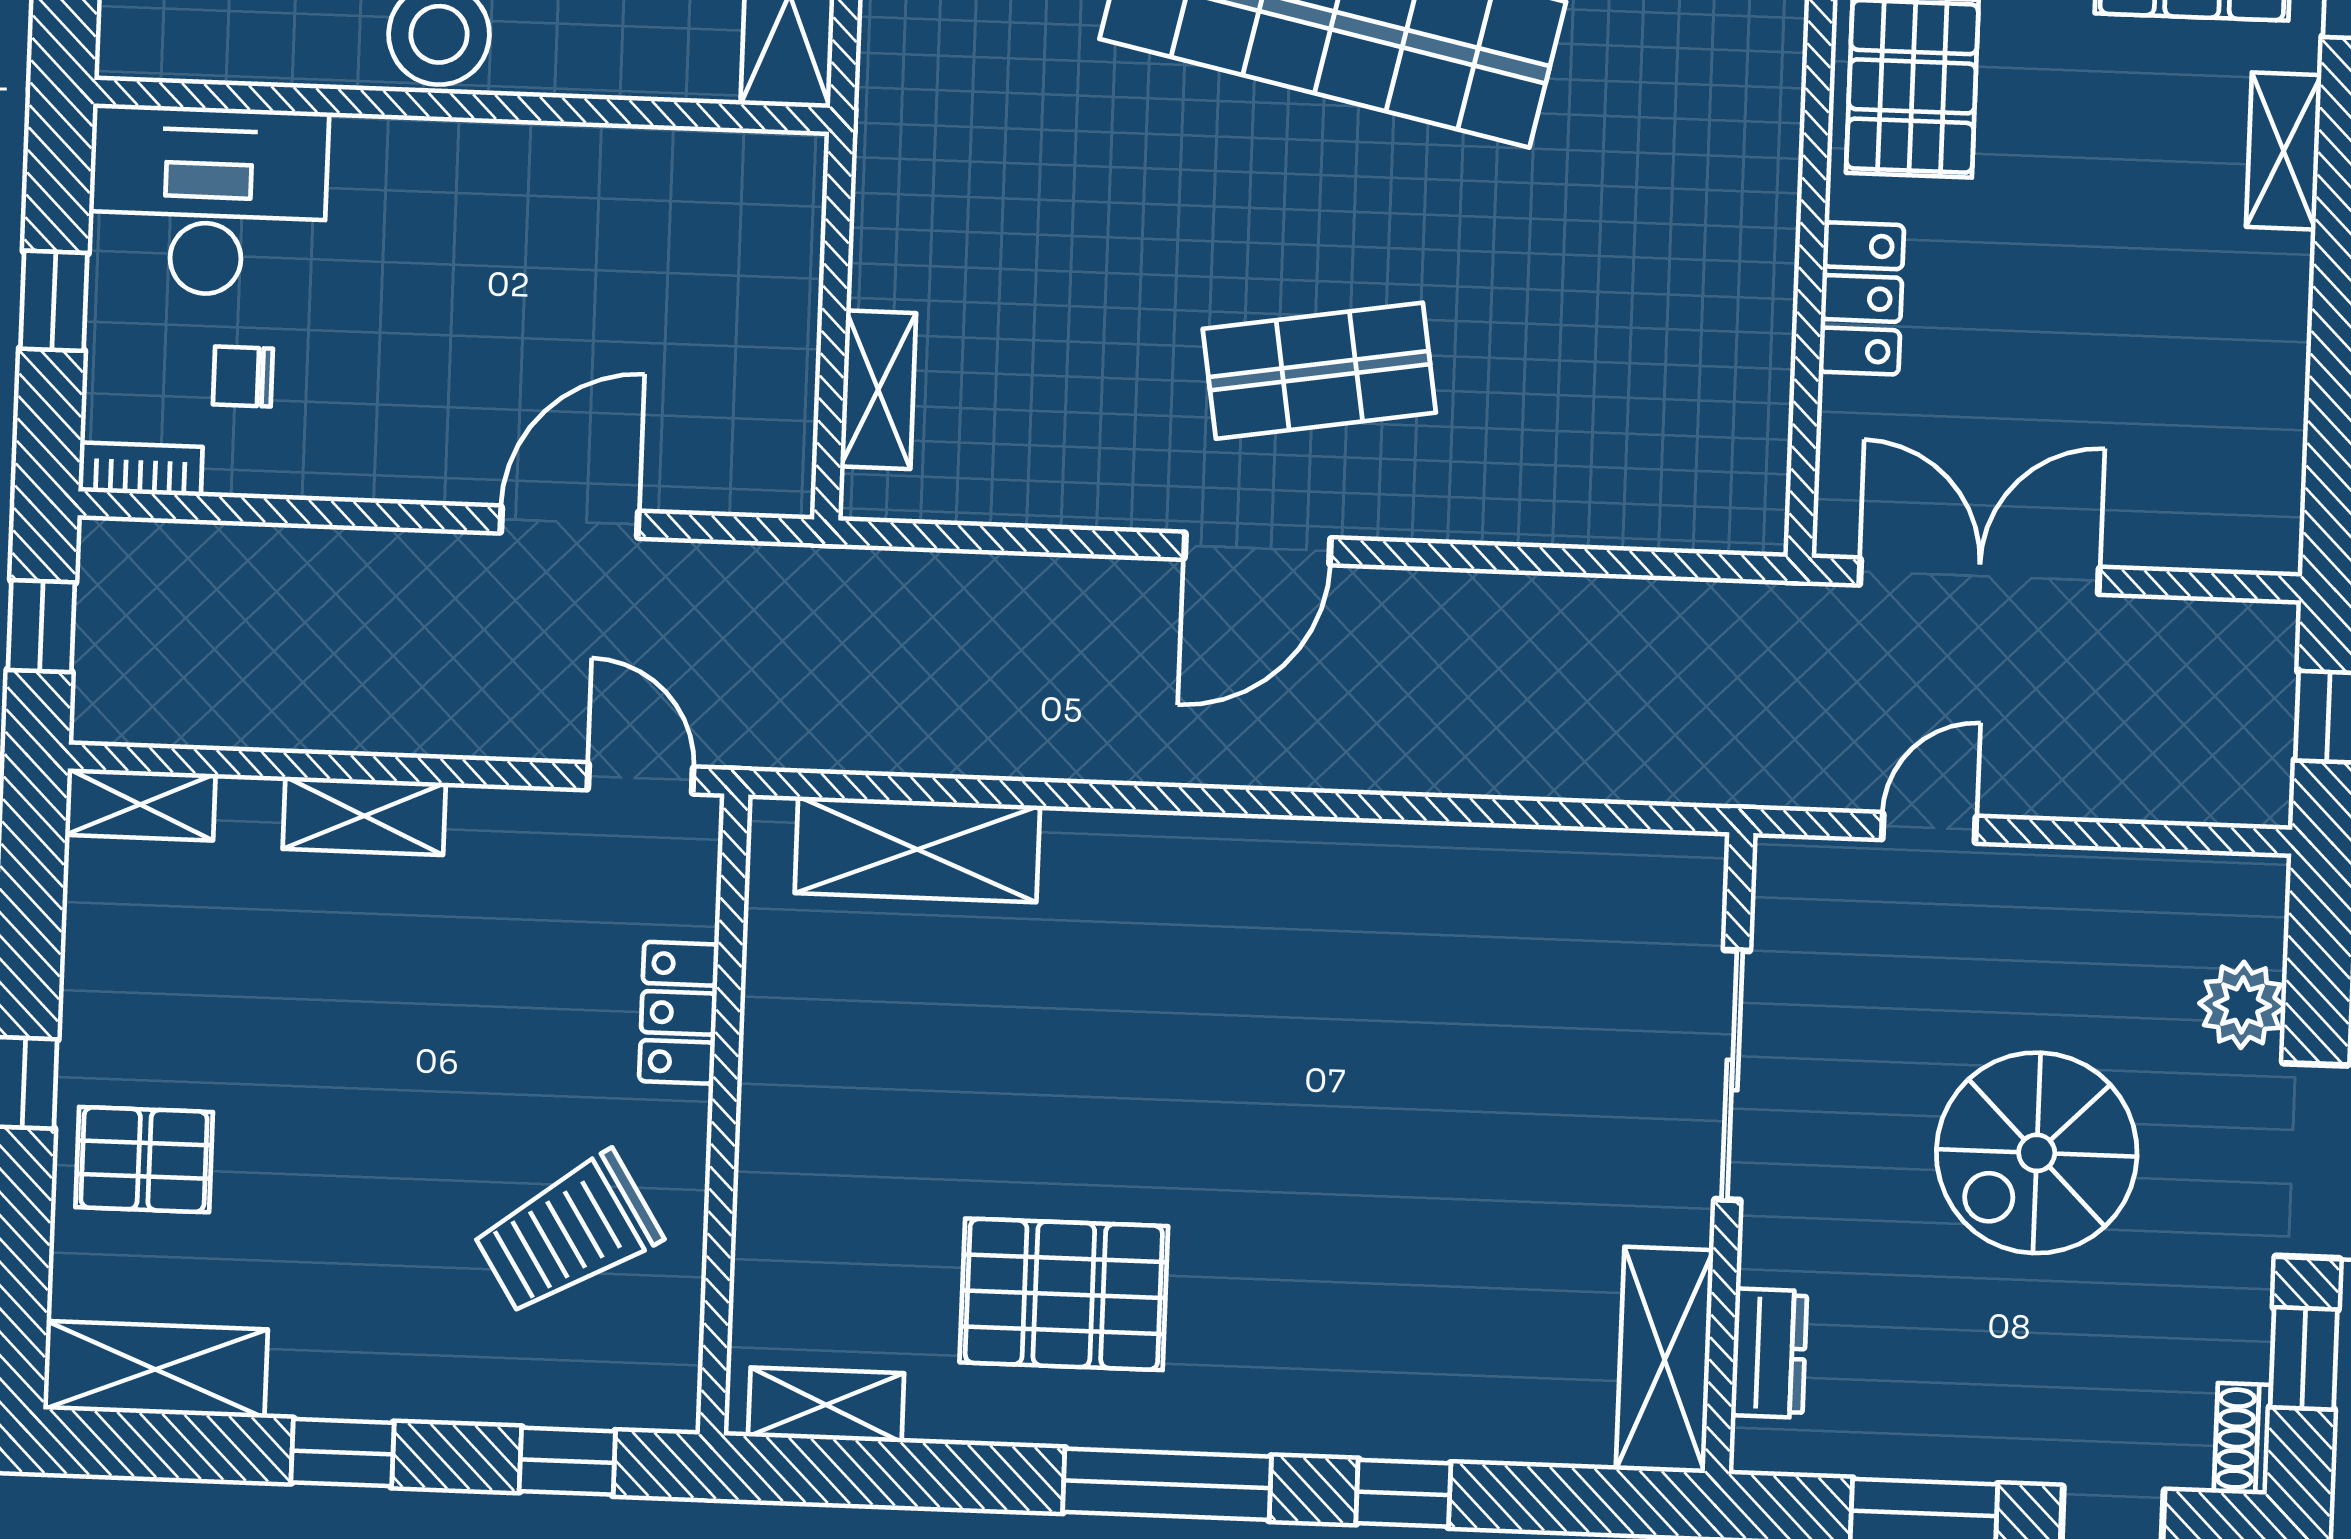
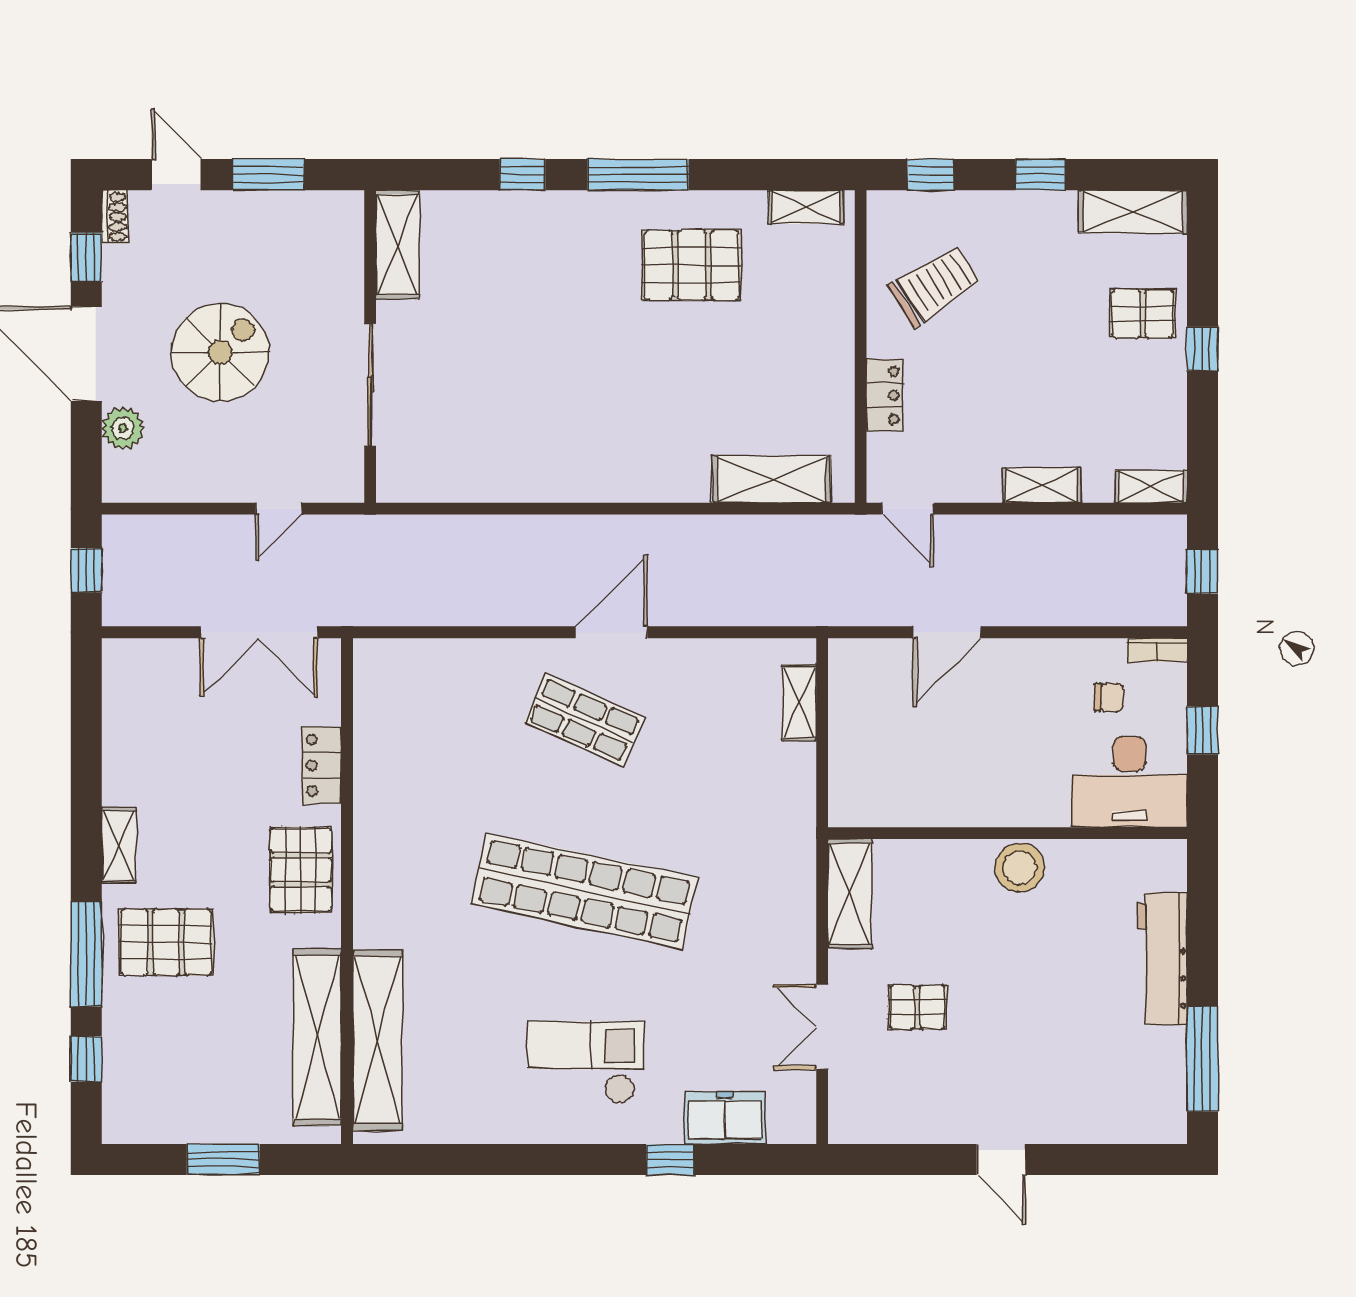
shop shelf: (1319, 371) -> (585, 720), turned 33
dresser: (1769, 1353) -> (347, 250), removed

